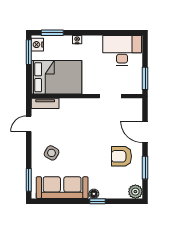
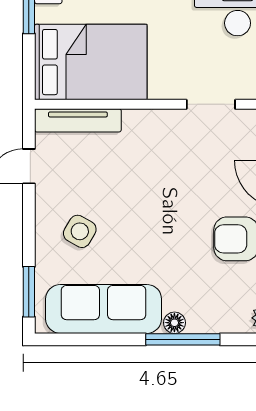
tv unit: (45, 103) -> (78, 120), width x1.41
window: (98, 201) -> (183, 339), width x2.17

